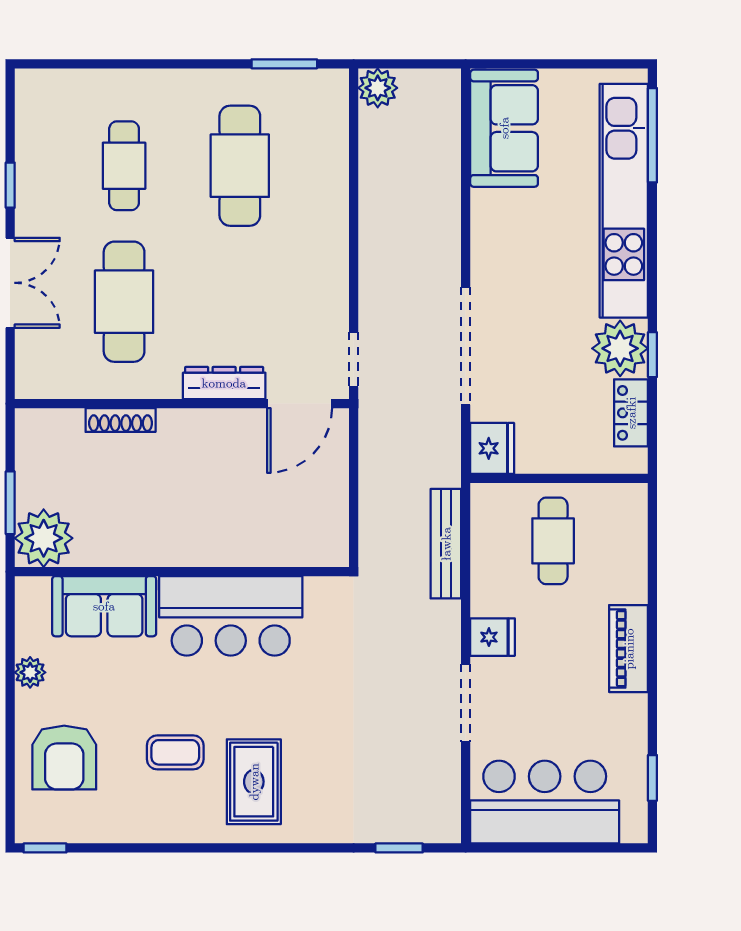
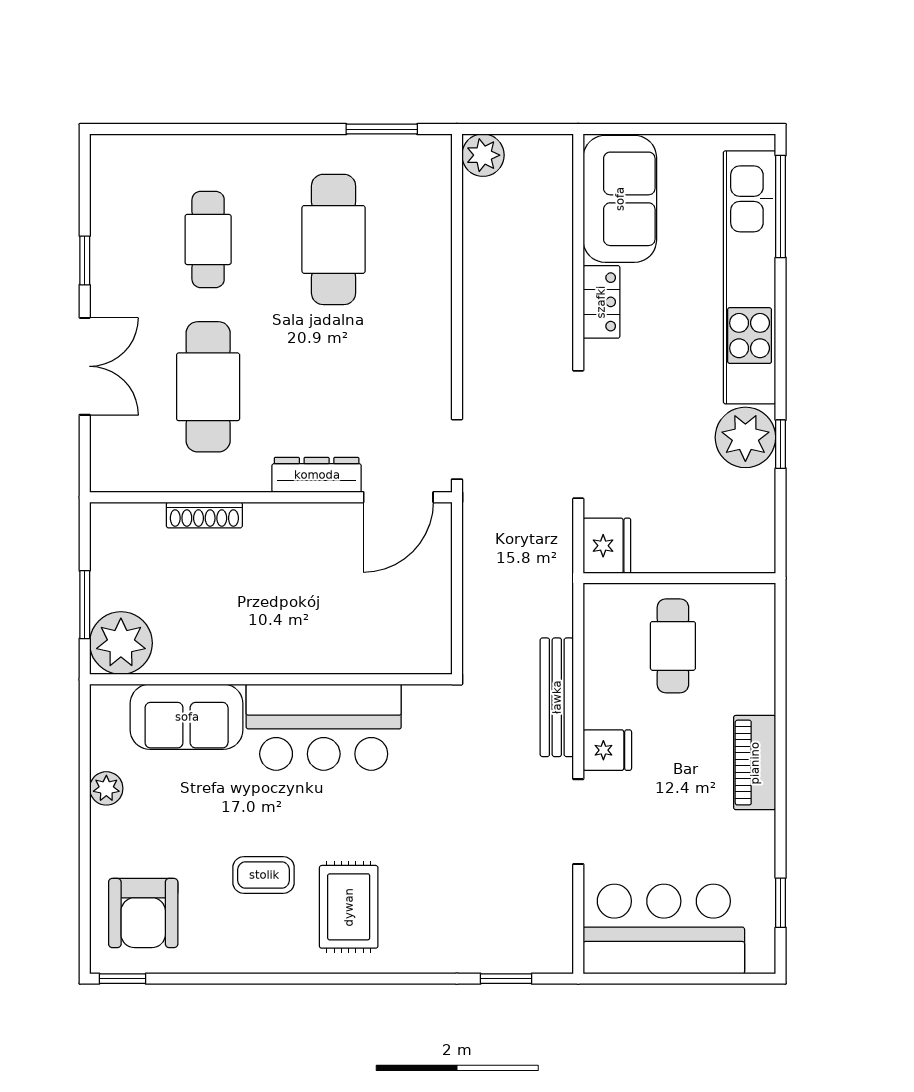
locker: (631, 413) -> (601, 302), moved, turned 180
bench: (446, 544) -> (557, 697), moved
armchair: (64, 758) -> (143, 913), moved

